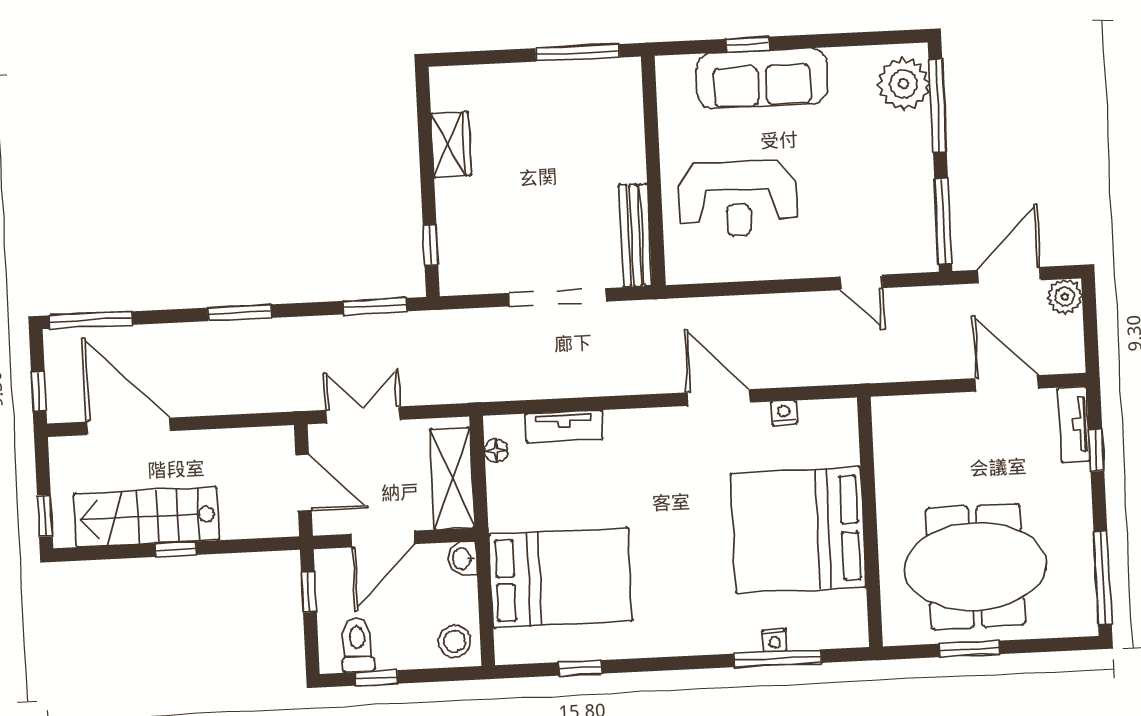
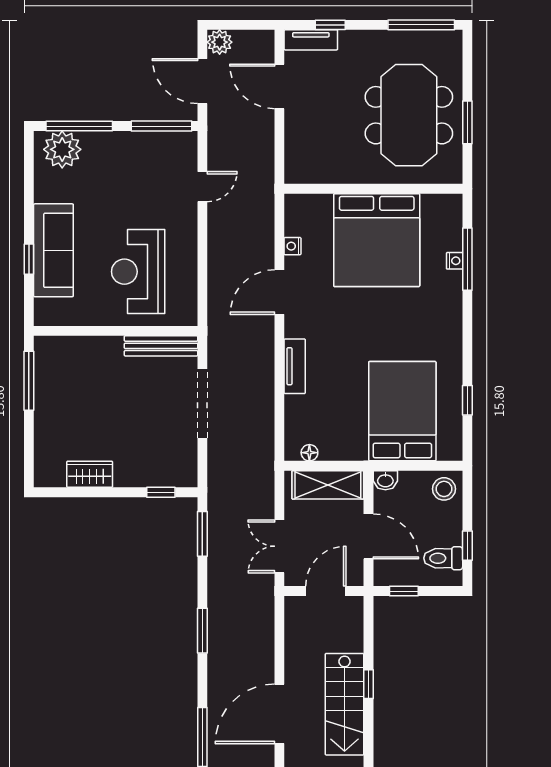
reception desk: (738, 198) -> (138, 272), turned 180
door: (1007, 383) -> (279, 86), hinge flipped
tv unit: (564, 427) -> (295, 366), moved

